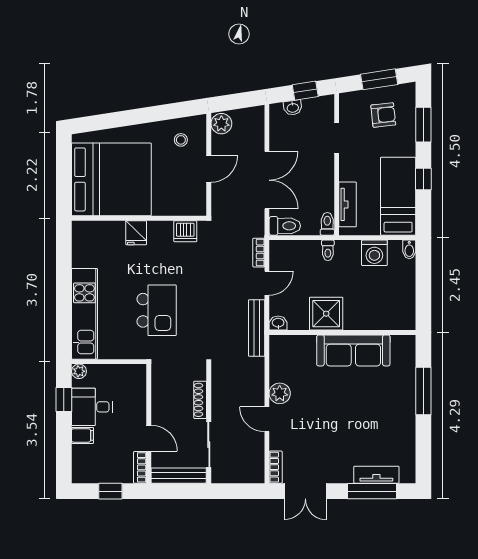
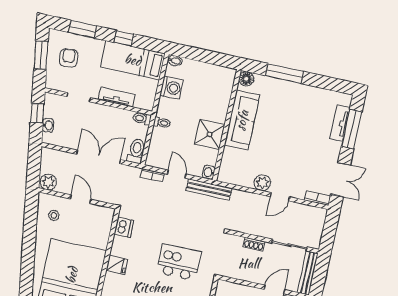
tv unit: (348, 204) -> (117, 97), moved
floor lamp: (406, 344) -> (246, 79), added
shoe rack: (200, 400) -> (254, 244), width x0.70

